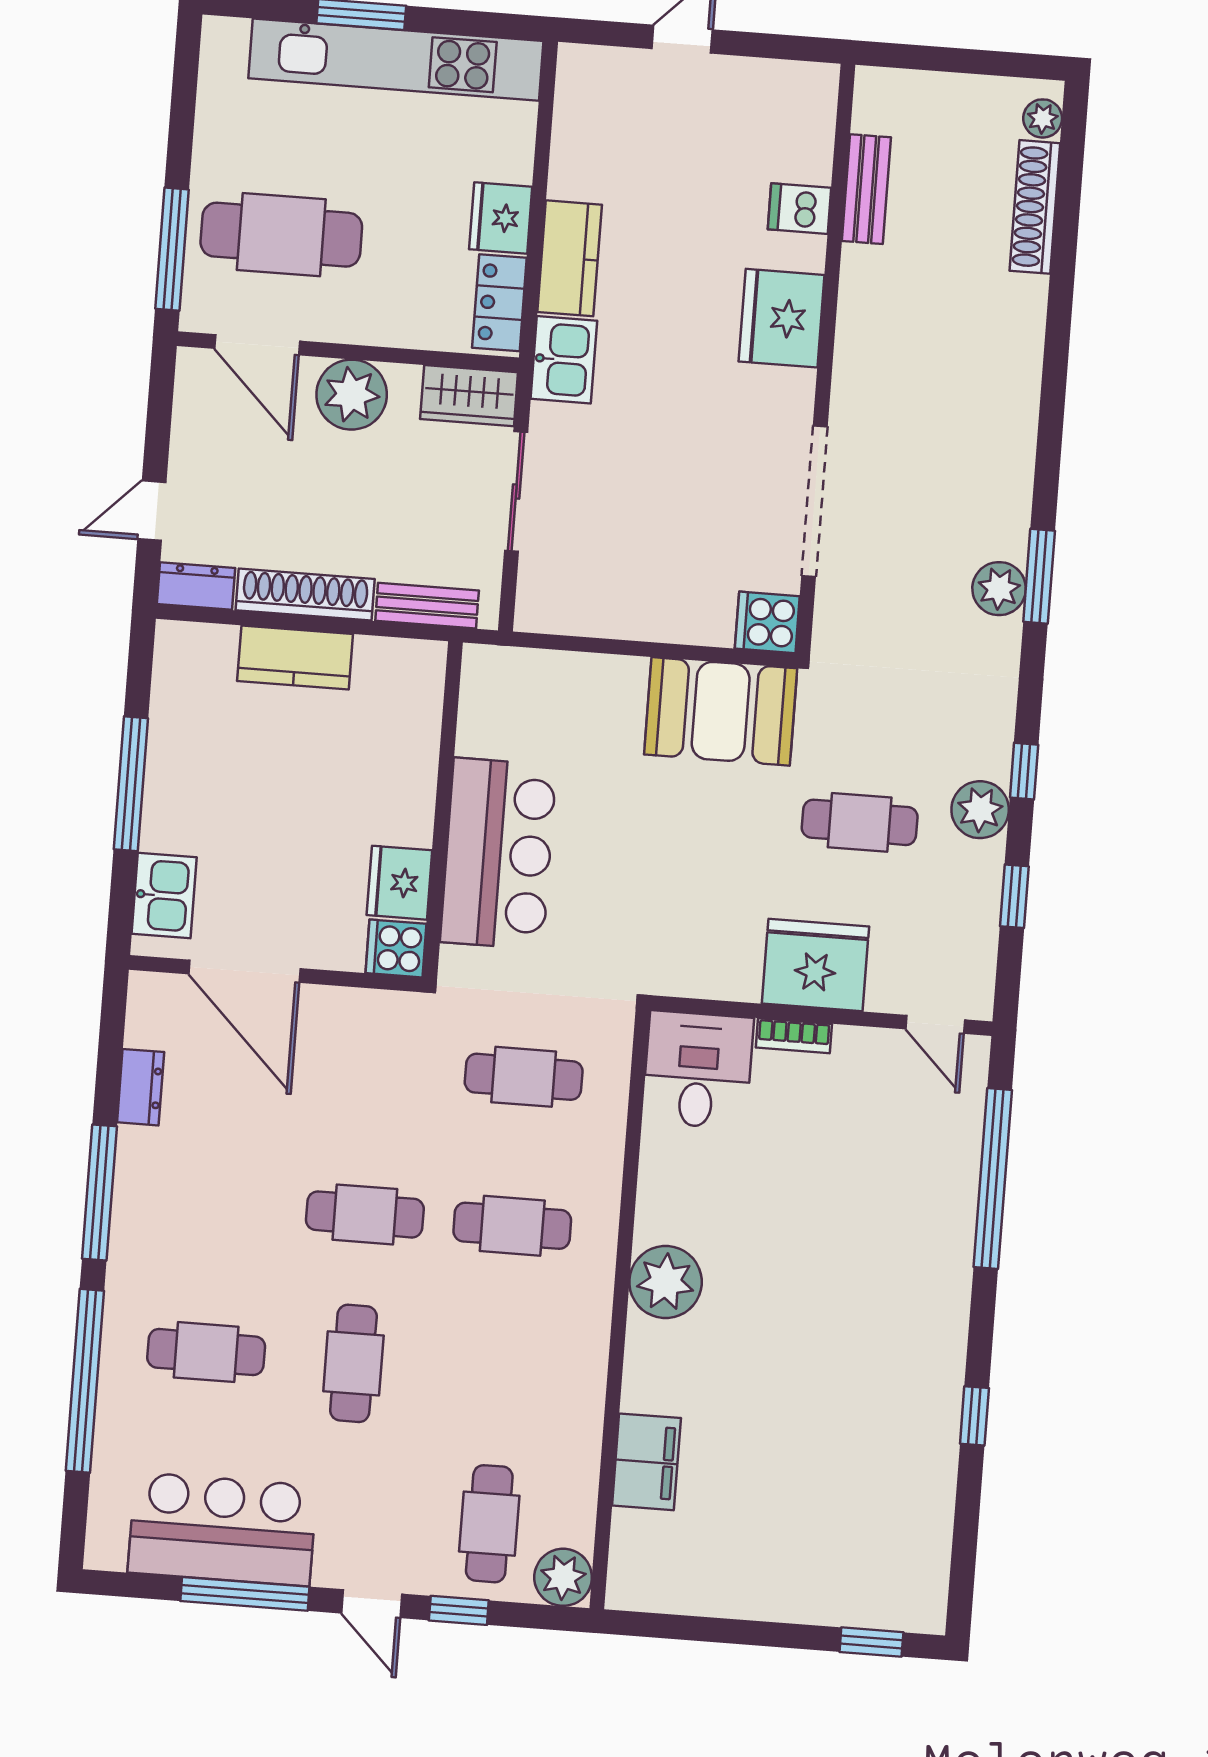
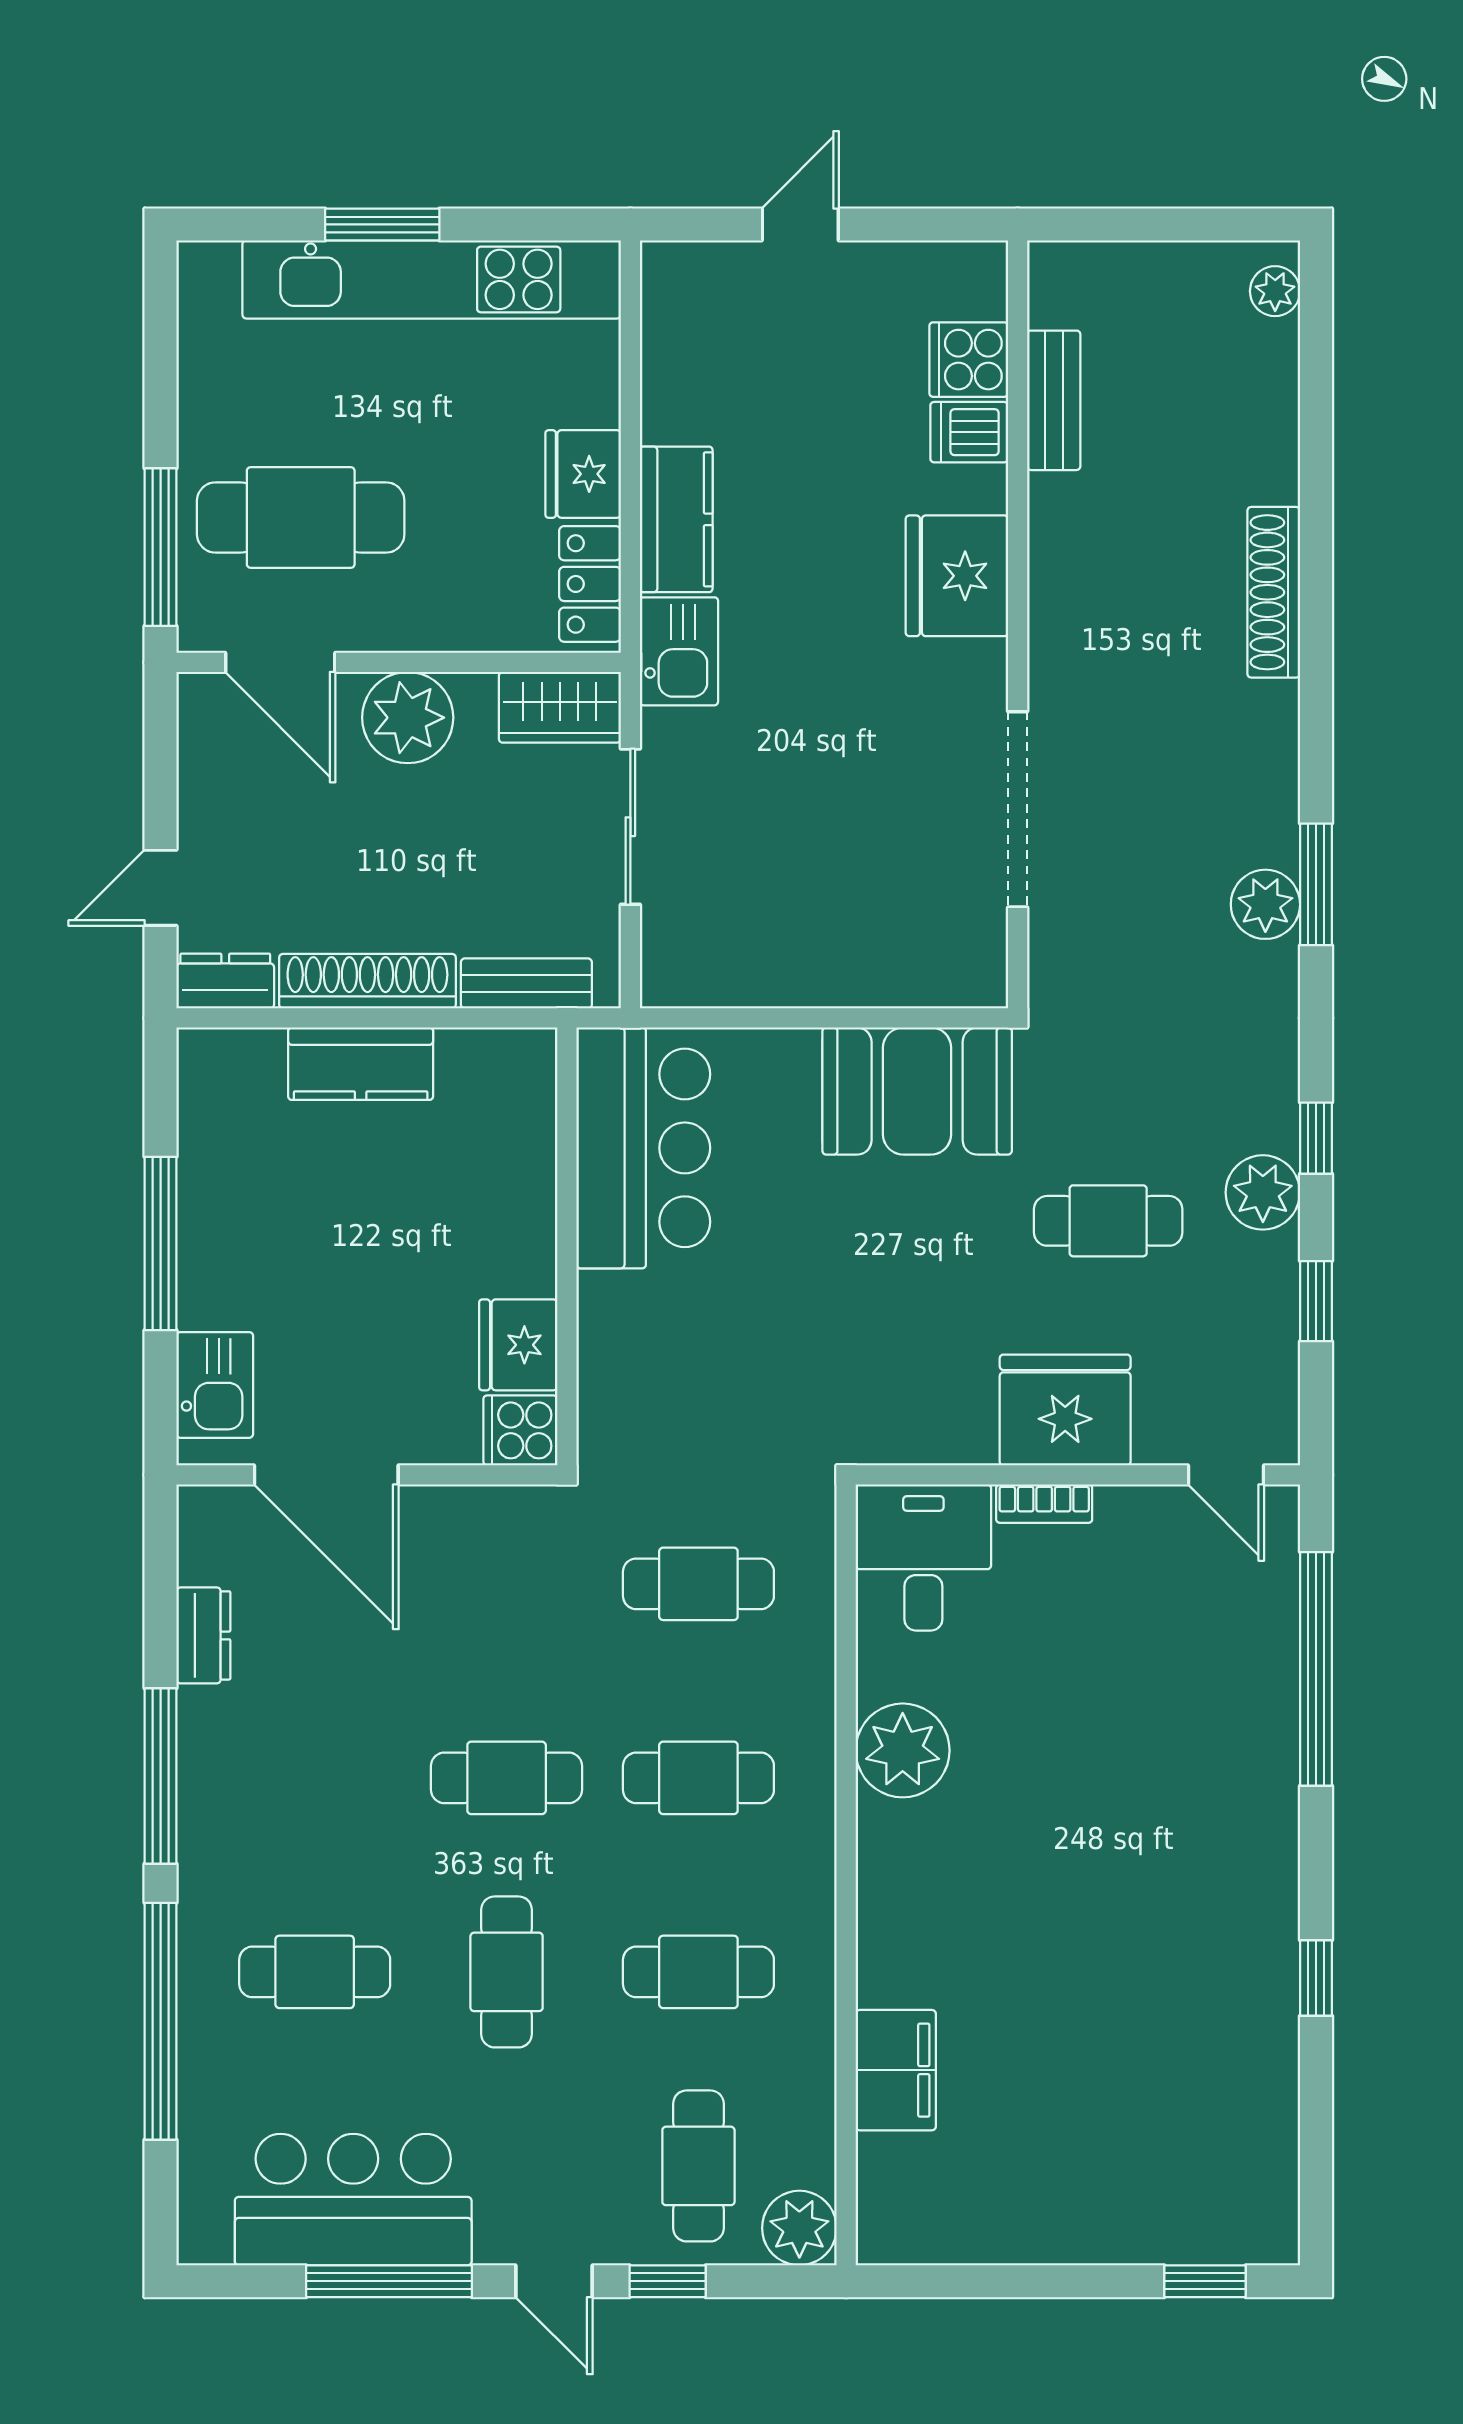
shoe rack: (1035, 207) -> (1274, 592), moved
cooker: (767, 622) -> (969, 360), moved
bar counter: (498, 854) -> (643, 1148), moved
plant: (666, 1282) -> (903, 1750), moved
cafe table: (501, 1375) -> (698, 1972), added

